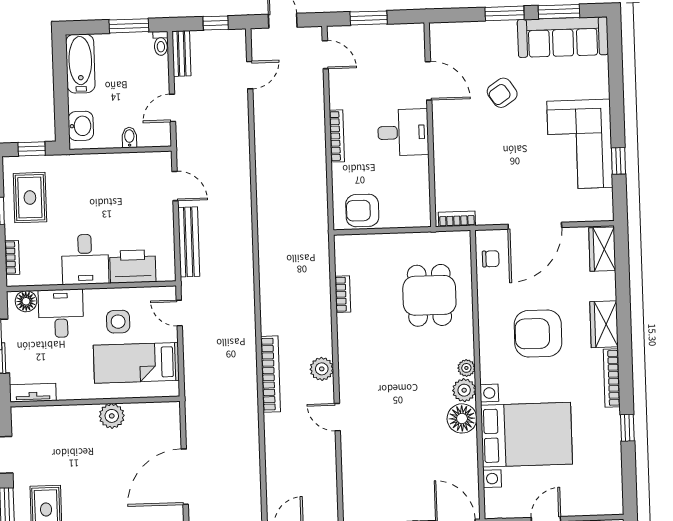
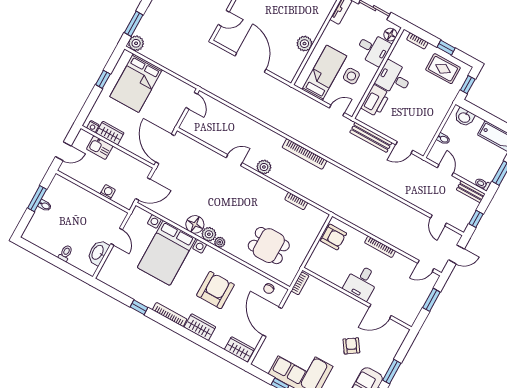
armchair: (362, 210) -> (334, 237), turned 90
bookcase: (270, 374) -> (304, 154), moved

